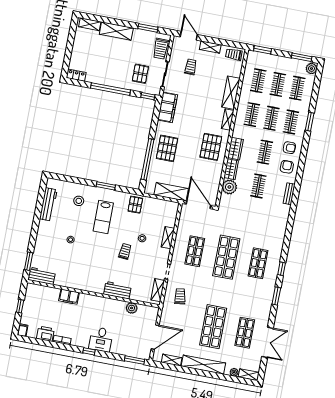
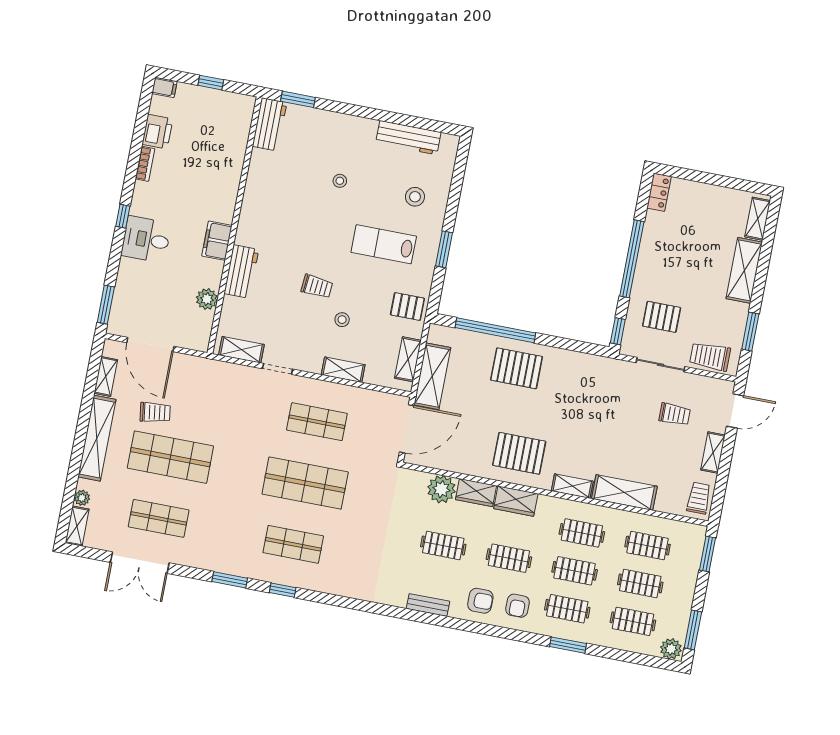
filing cabinet: (168, 107) -> (596, 370), removed
shelving: (162, 204) -> (408, 359), added
trolley: (180, 296) -> (155, 412), moved
filing cabinet: (69, 297) -> (217, 241), moved

